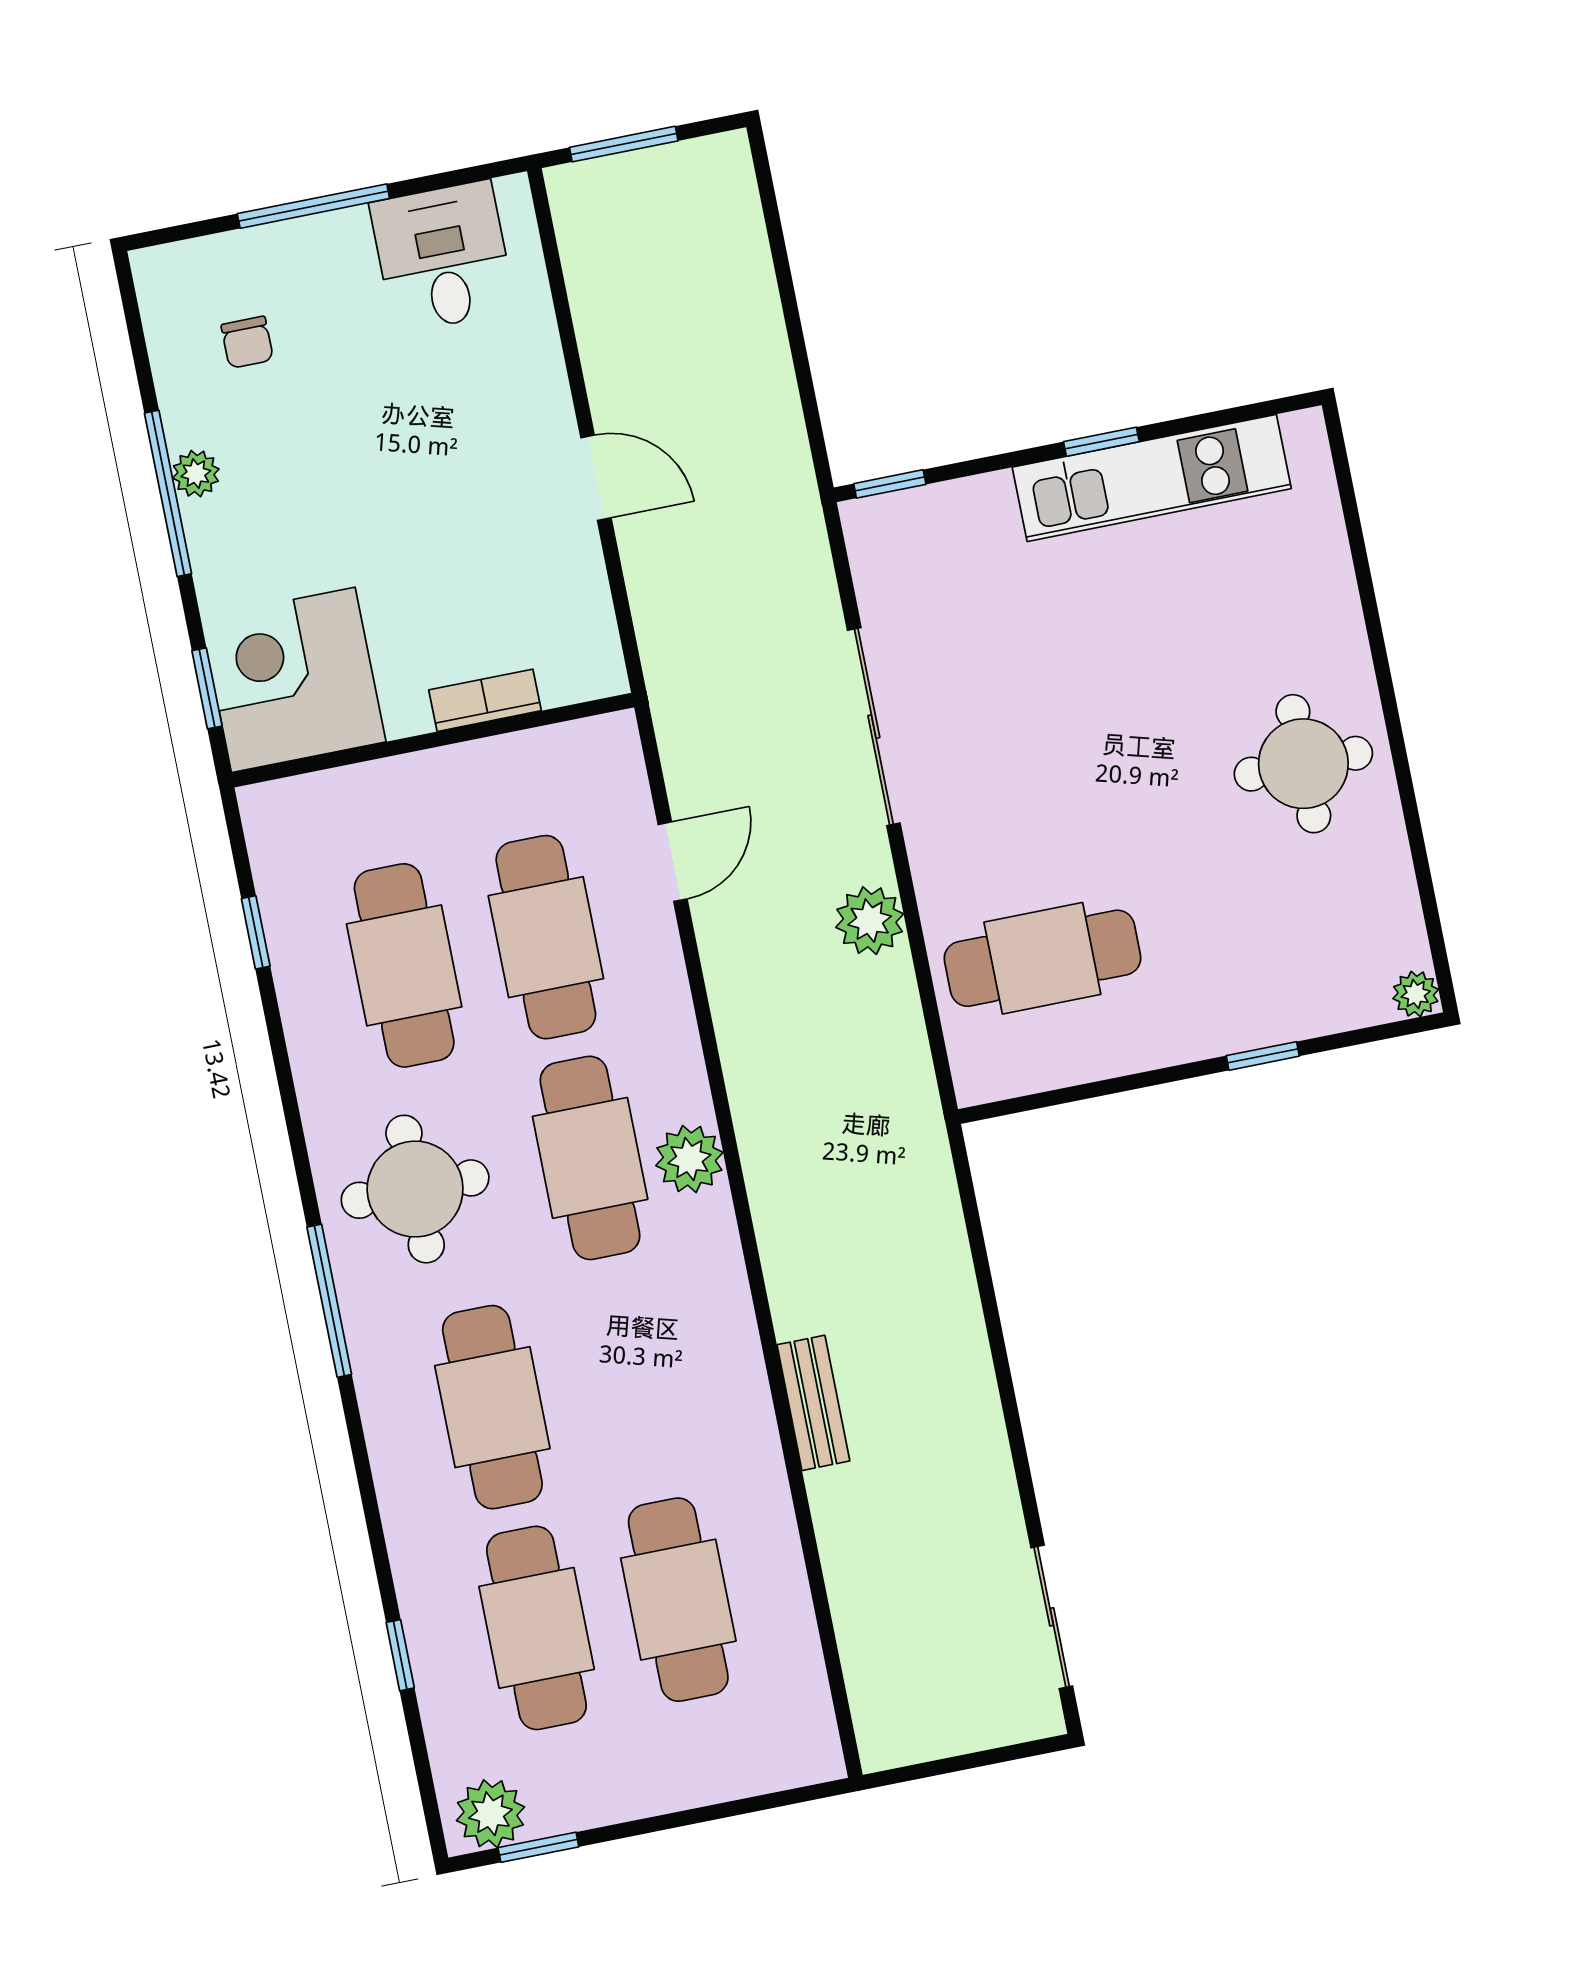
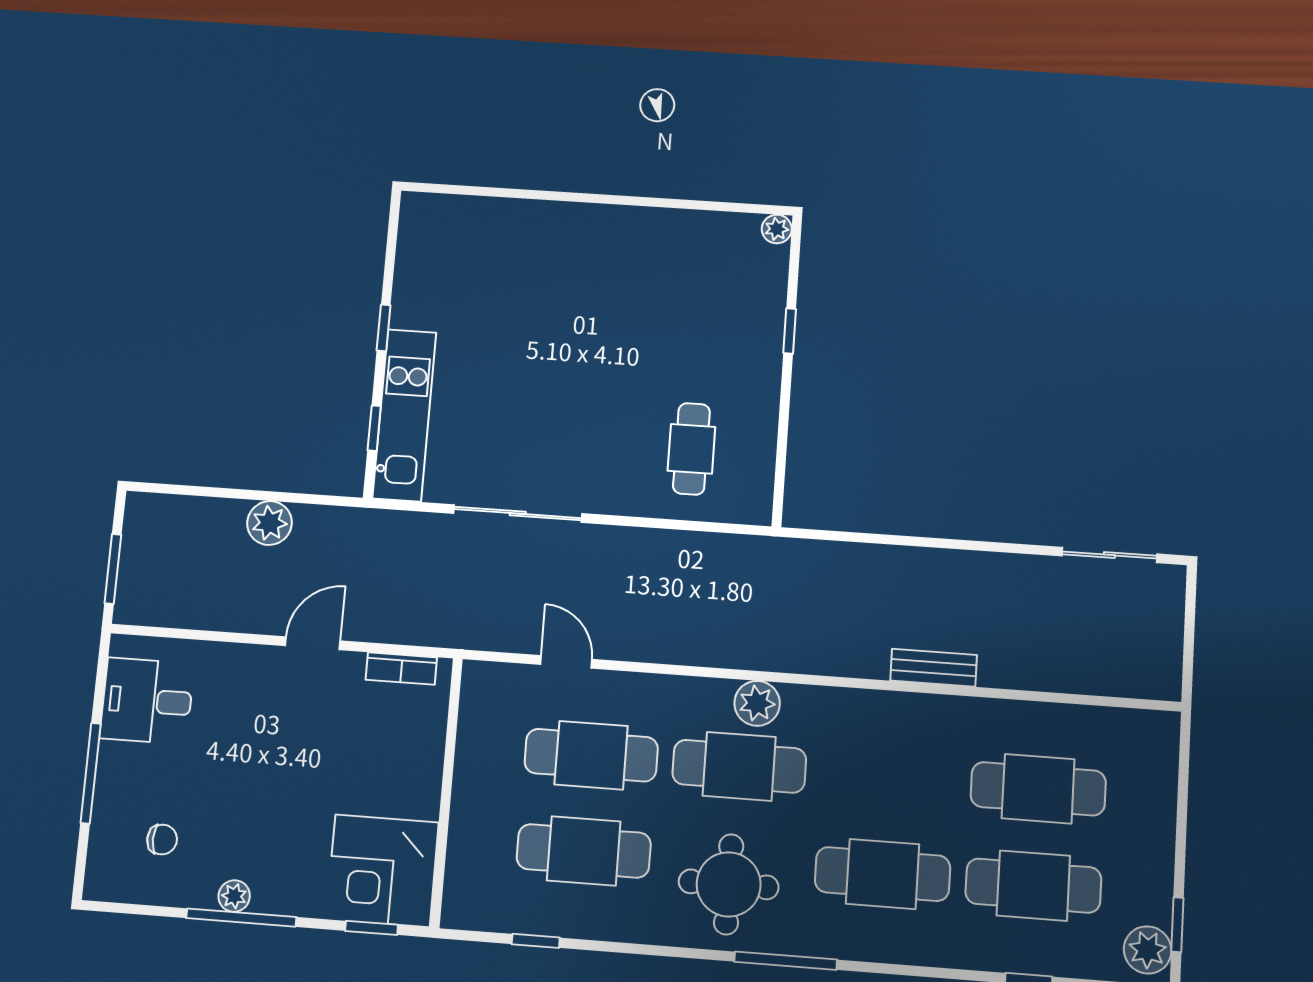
kitchen unit: (1152, 478) -> (404, 415), moved
window: (890, 484) -> (374, 428), moved
bookcase: (485, 700) -> (401, 669), moved, turned -90
round table: (1303, 764) -> (616, 259), removed
plant: (870, 921) -> (269, 523), moved
cafe table: (1042, 958) -> (691, 449), width x0.73, depth x0.74

